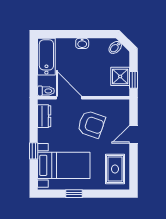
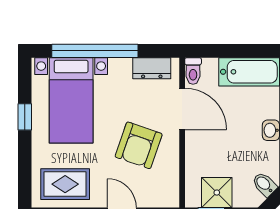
door: (69, 98) -> (182, 109), hinge flipped
window: (34, 151) -> (95, 51), width x3.17

